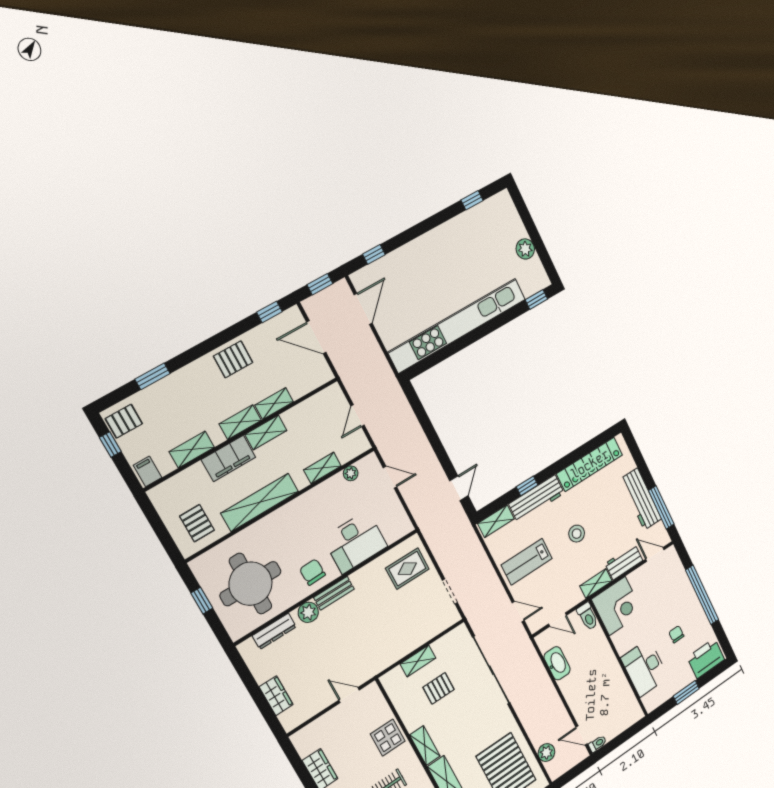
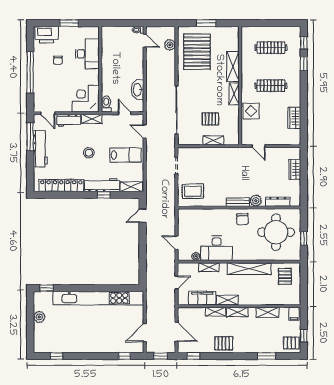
filing cabinet: (229, 458) -> (202, 298), moved
desk: (355, 542) -> (217, 248), moved, turned 180

